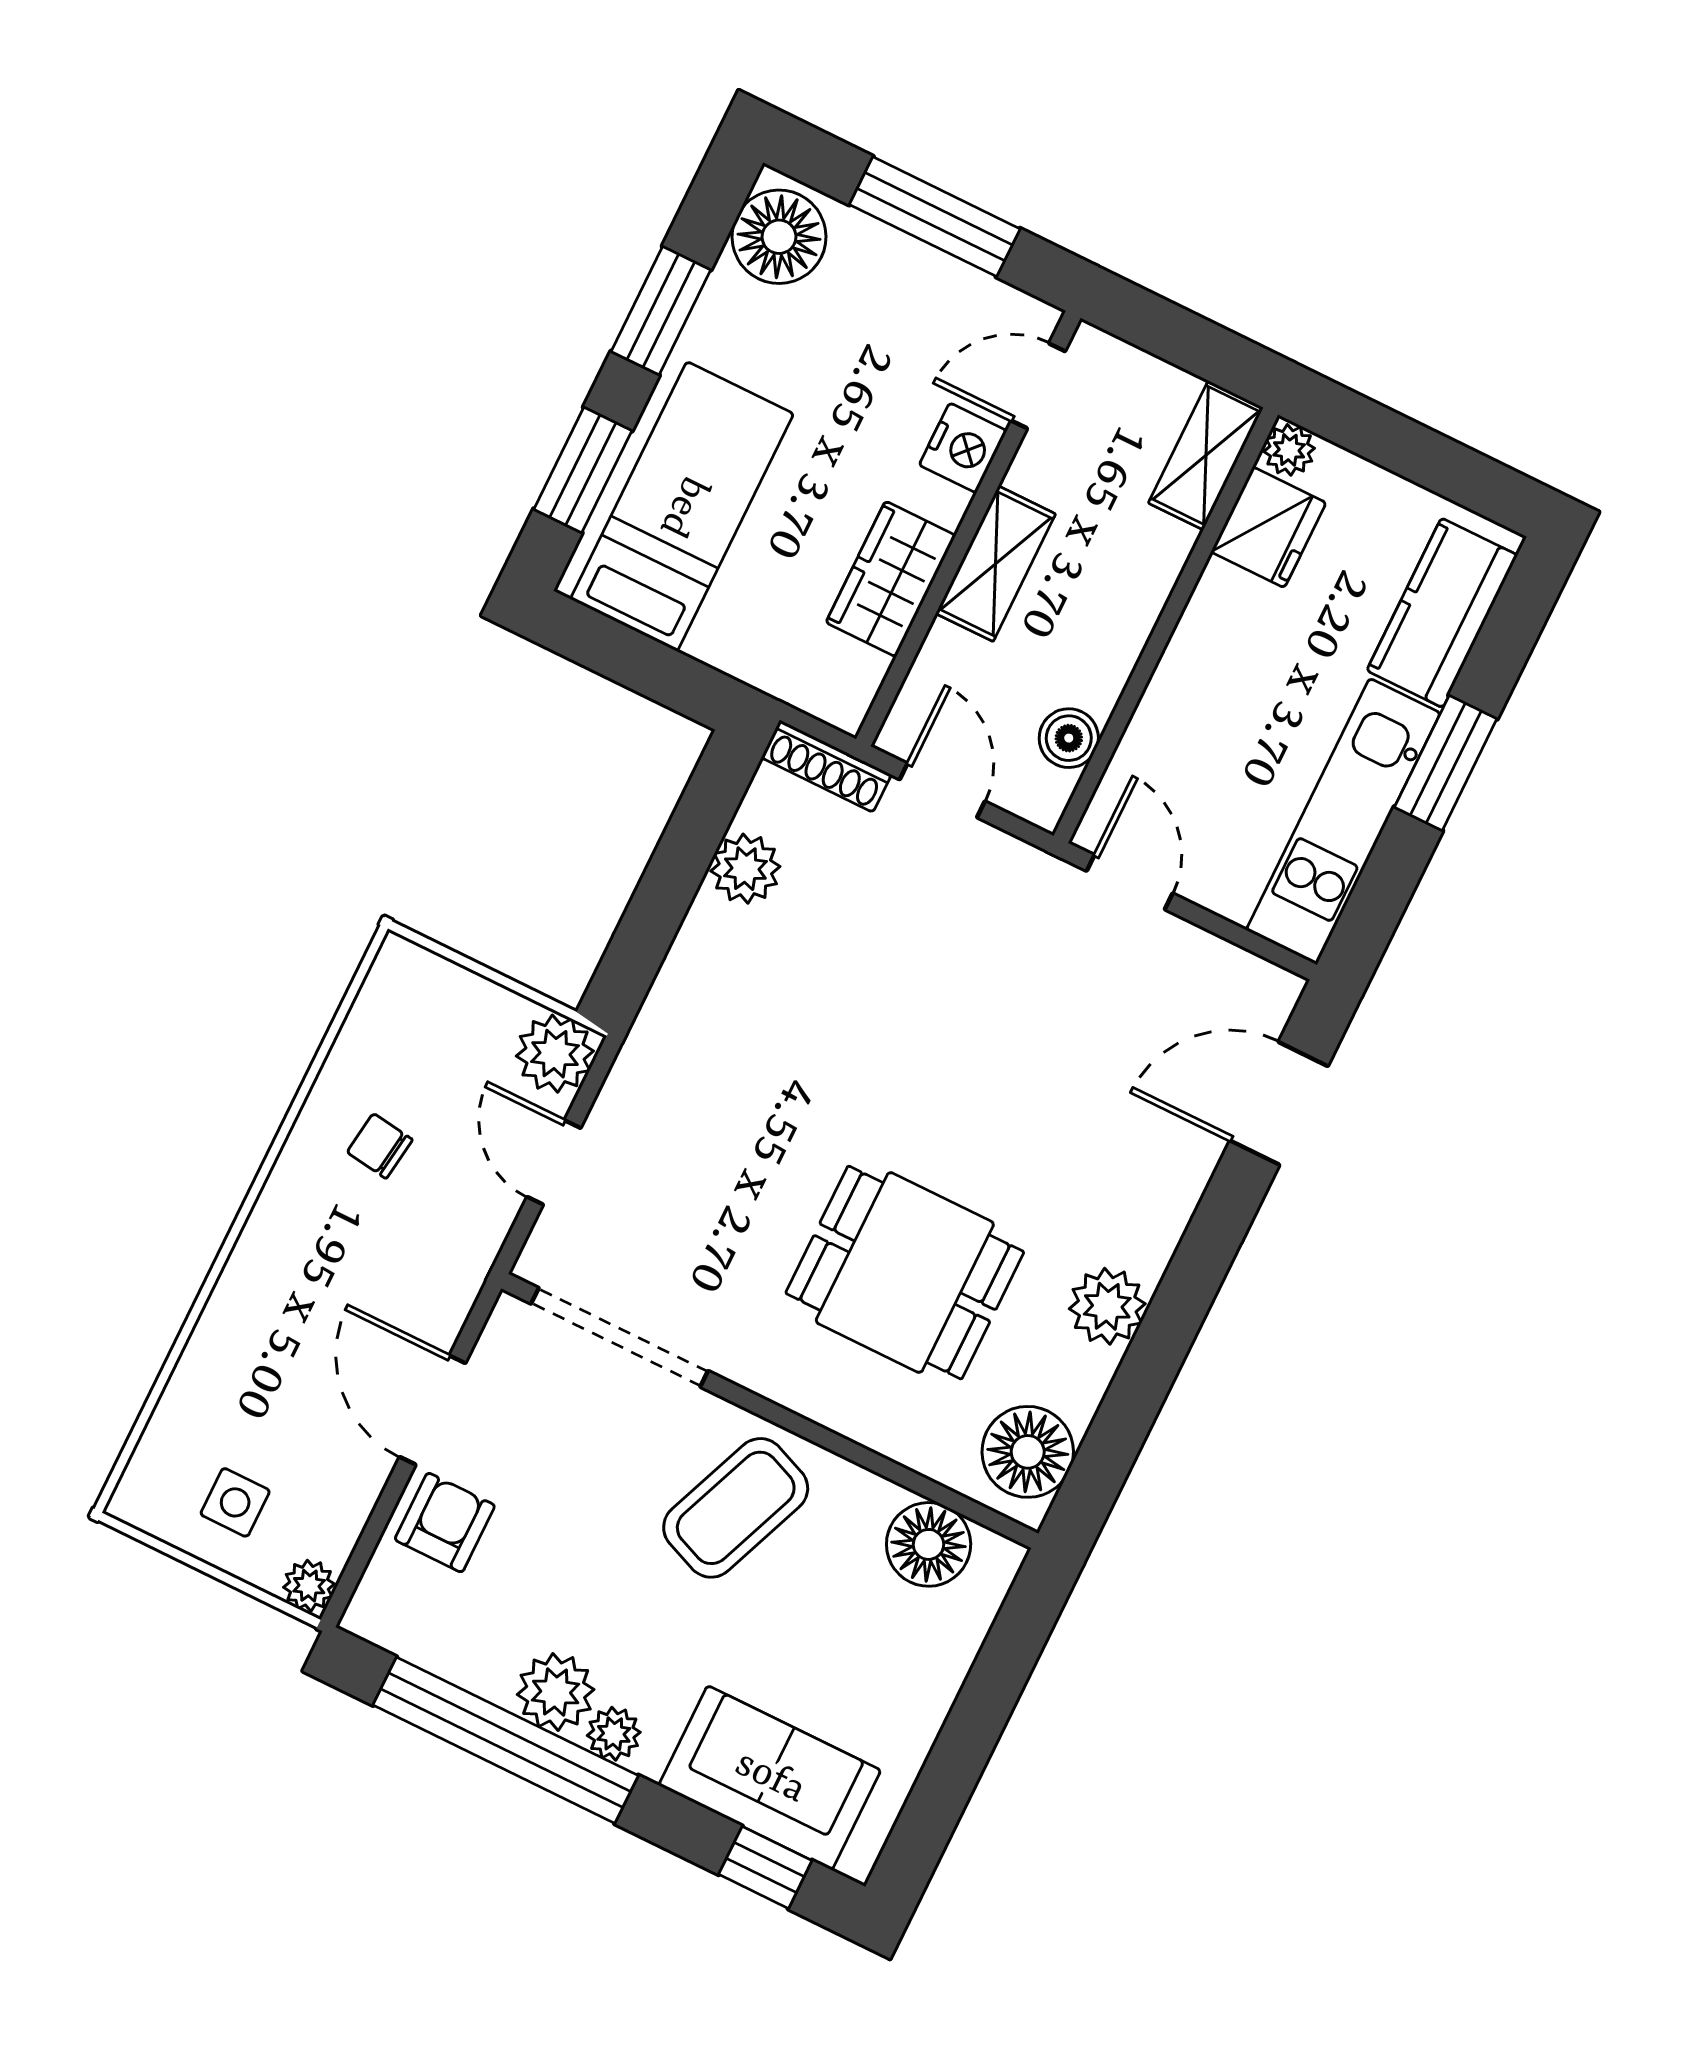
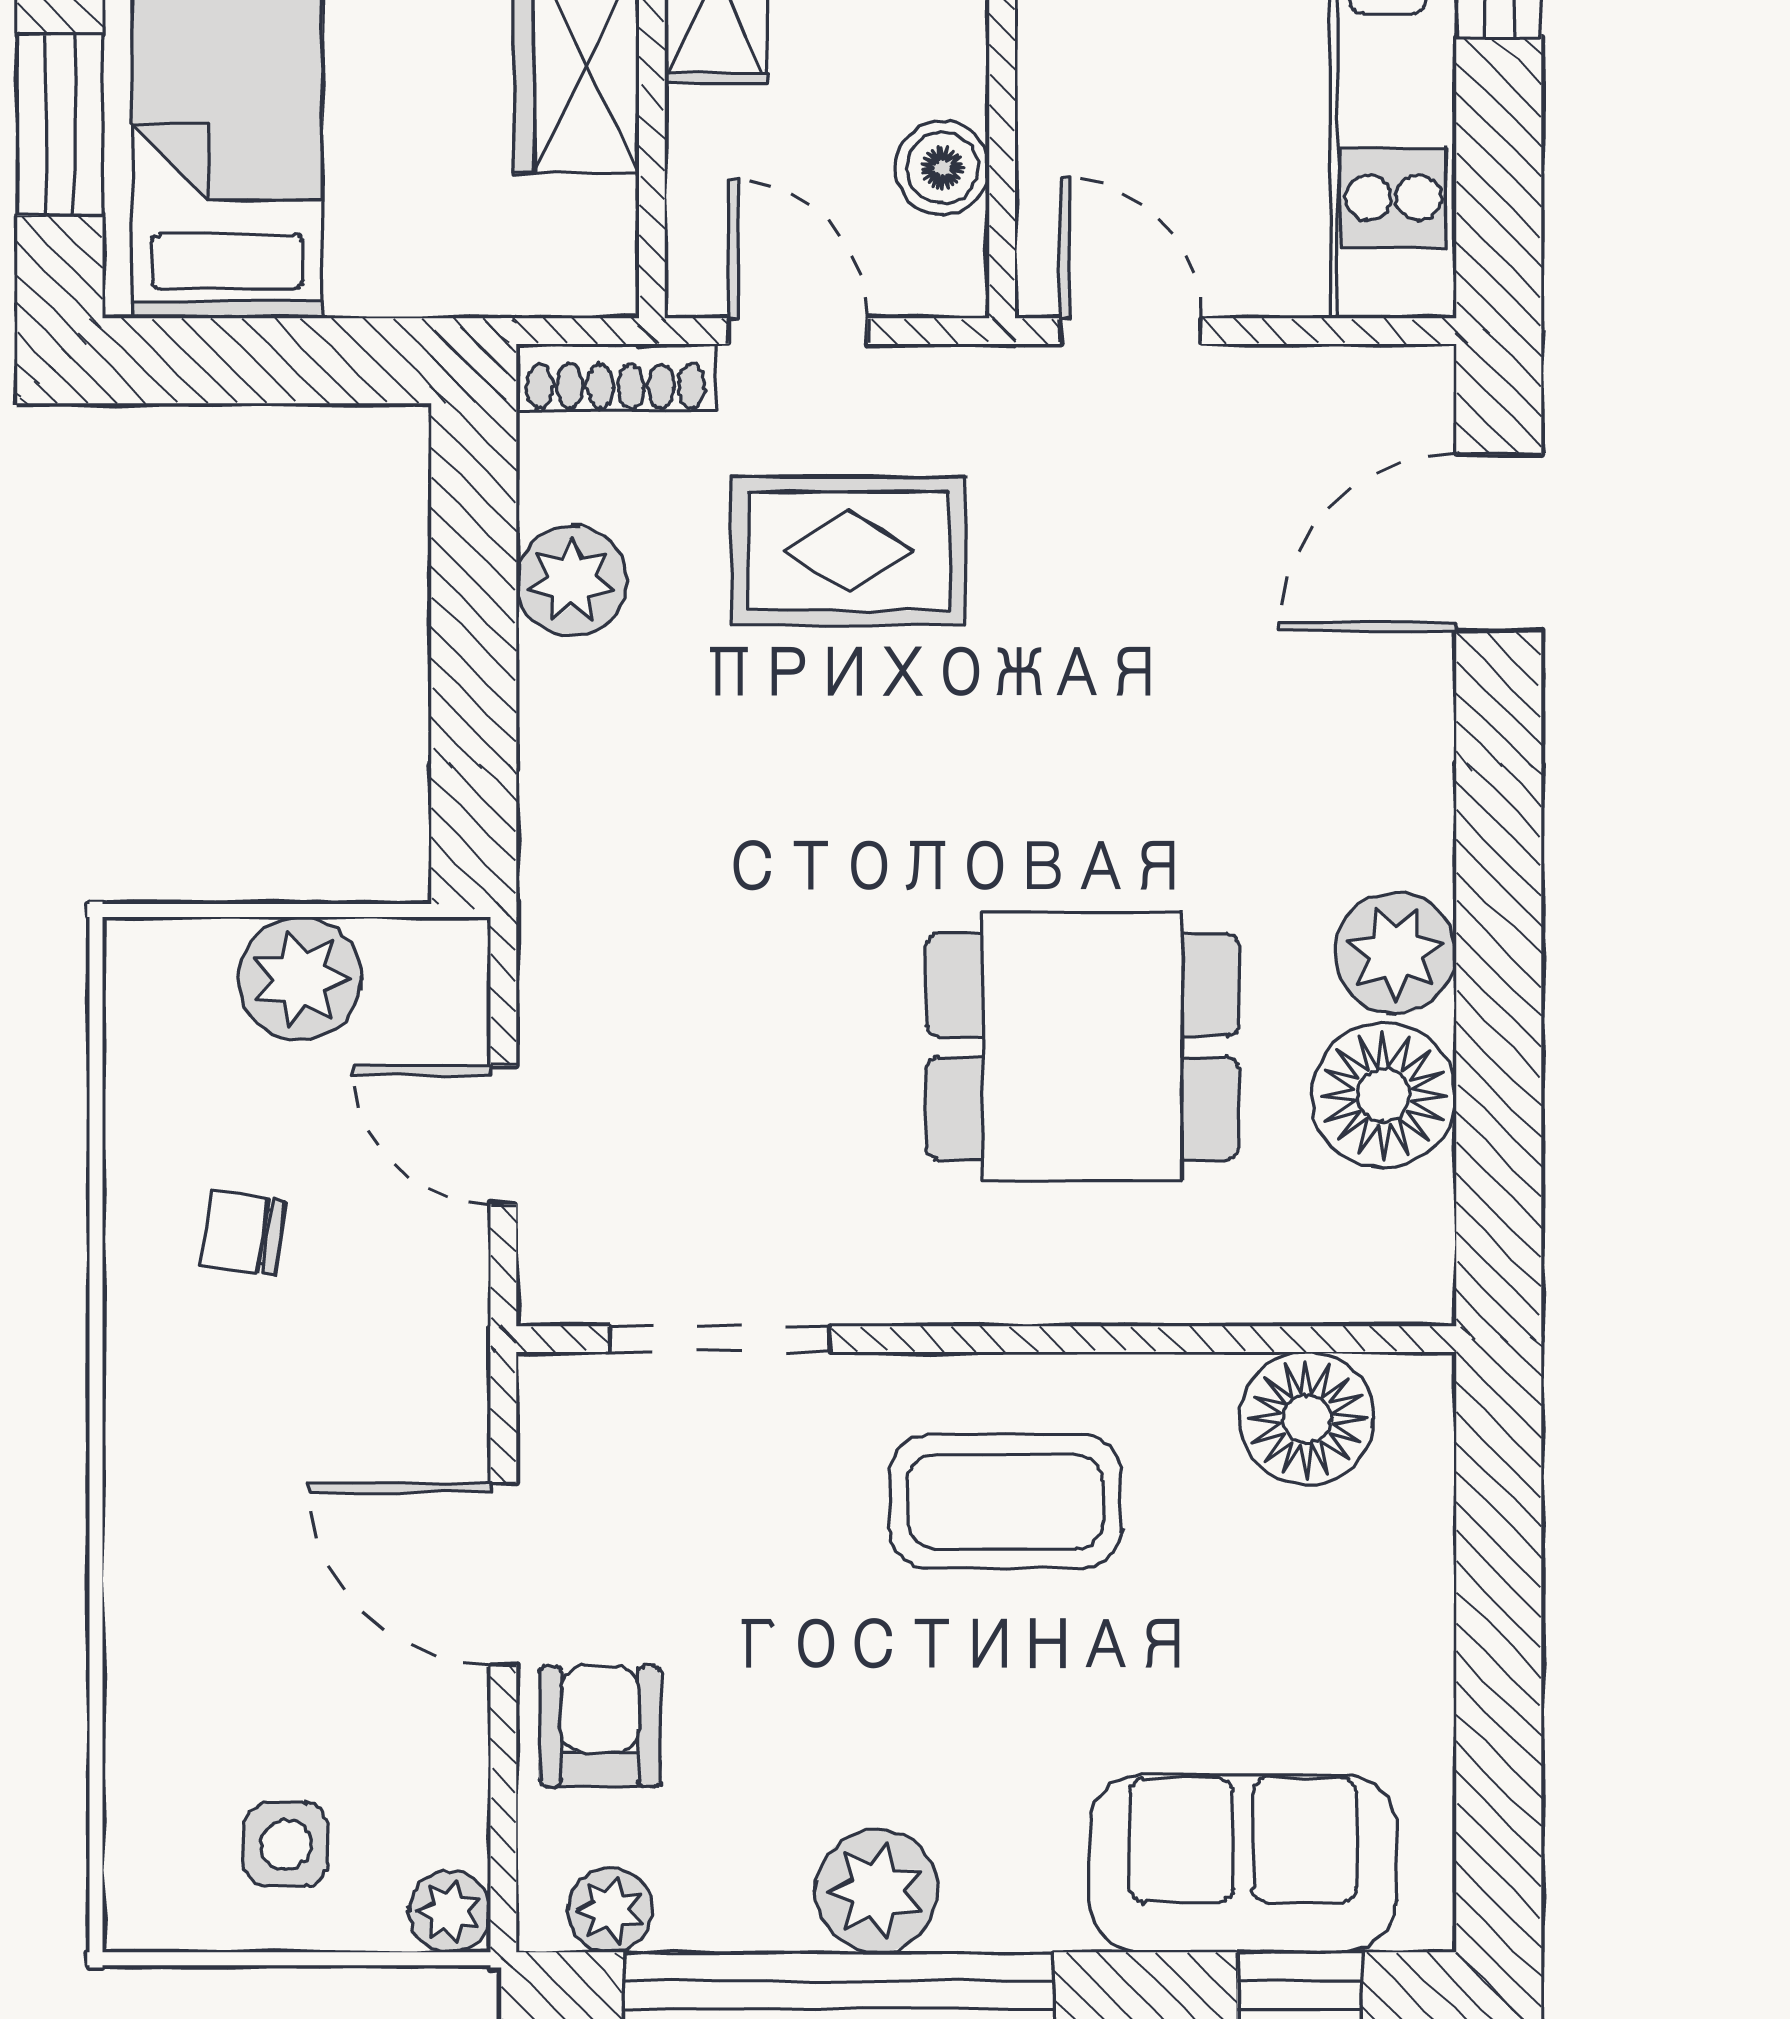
rug: (910, 928) -> (849, 551), added
plant: (555, 1054) -> (300, 979), moved
doorway: (619, 1337) -> (720, 1339), width x0.73
floor lamp: (1028, 1452) -> (1384, 1095), moved
coffee table: (736, 1508) -> (1005, 1502), turned 68
plant: (614, 1734) -> (610, 1910), moved

